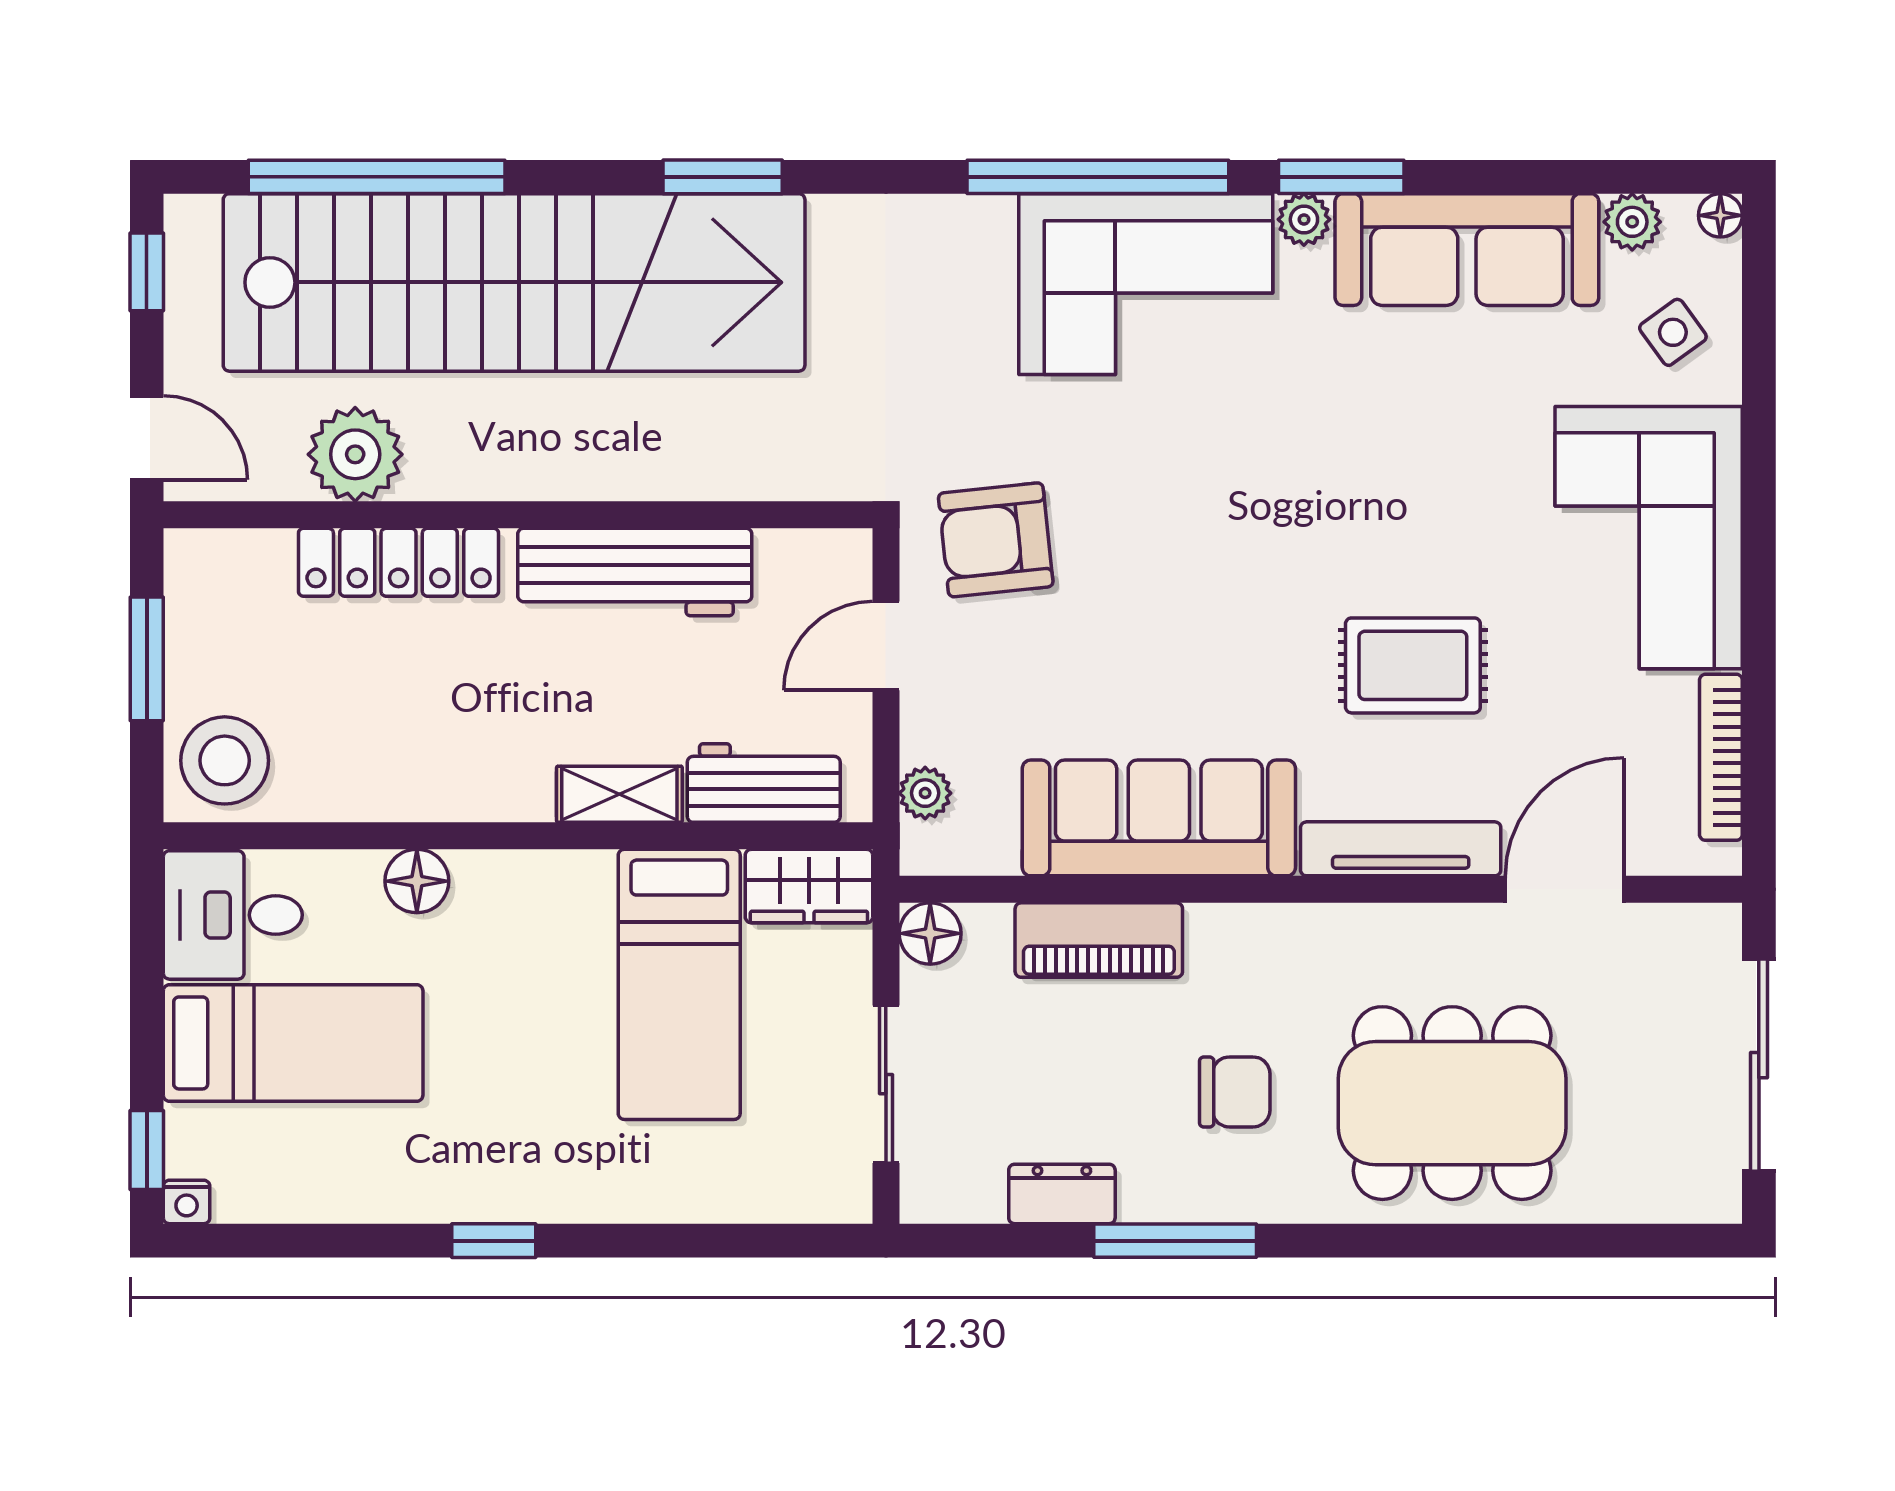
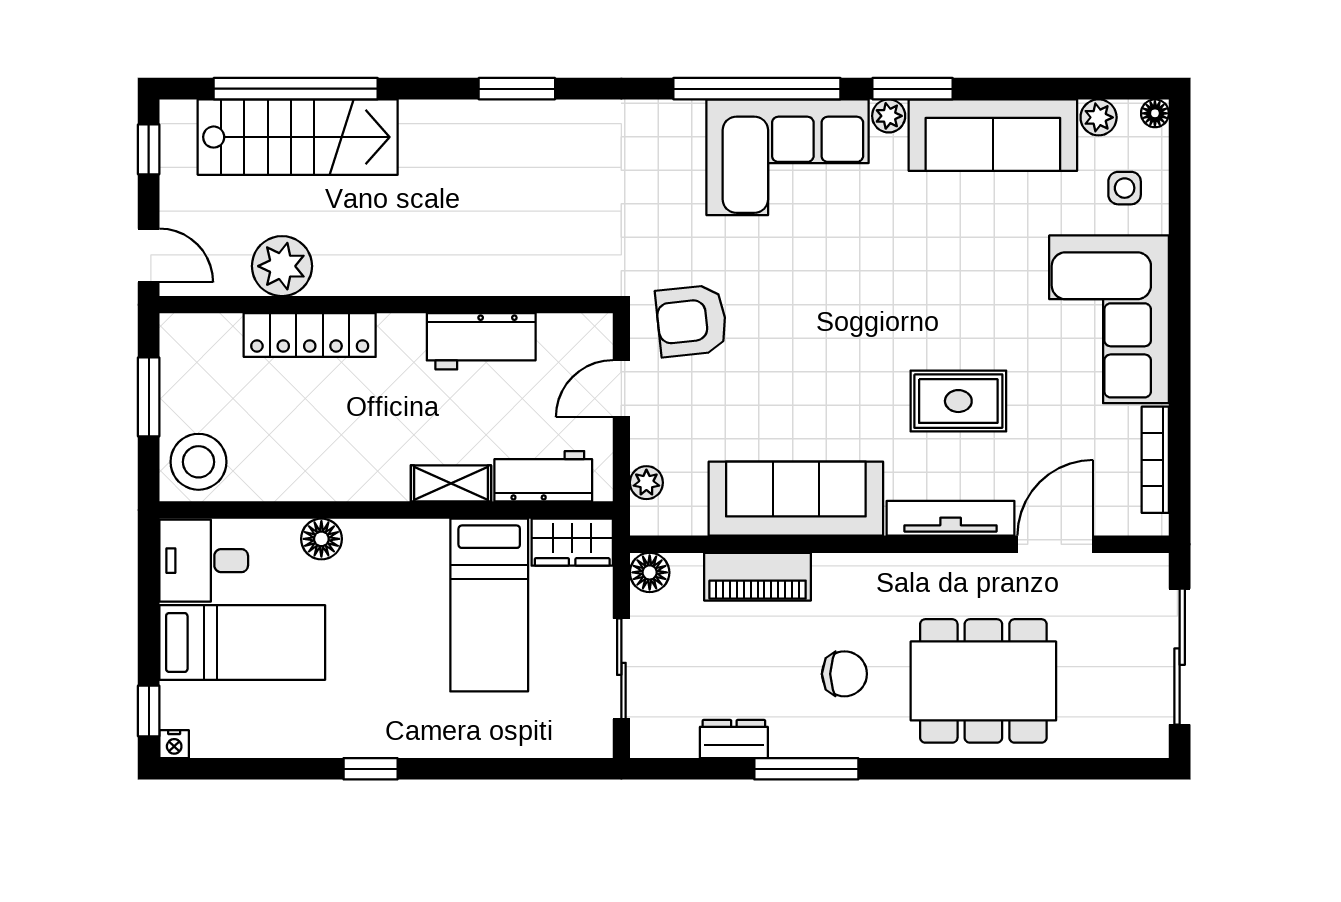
stairs: (514, 282) -> (298, 137), width x0.54, depth x0.66
side table: (1673, 332) -> (1125, 188), turned 36
workbench: (635, 572) -> (481, 341), width x0.73

